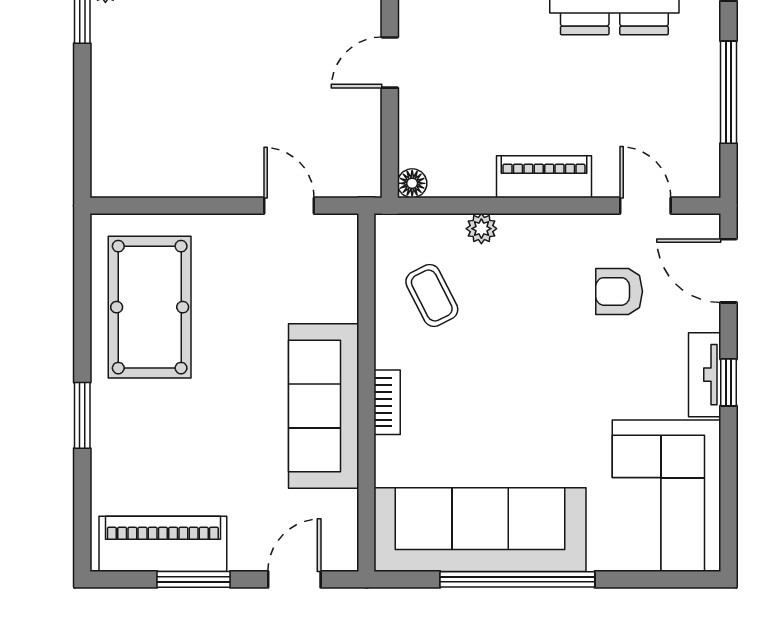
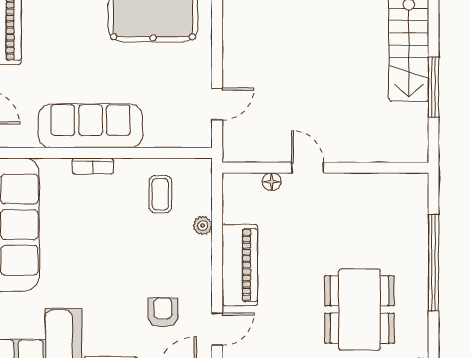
piano: (544, 177) -> (240, 265), width x1.37, depth x1.33
floor lamp: (412, 183) -> (272, 182), moved
coffee table: (432, 295) -> (160, 194), turned -63

